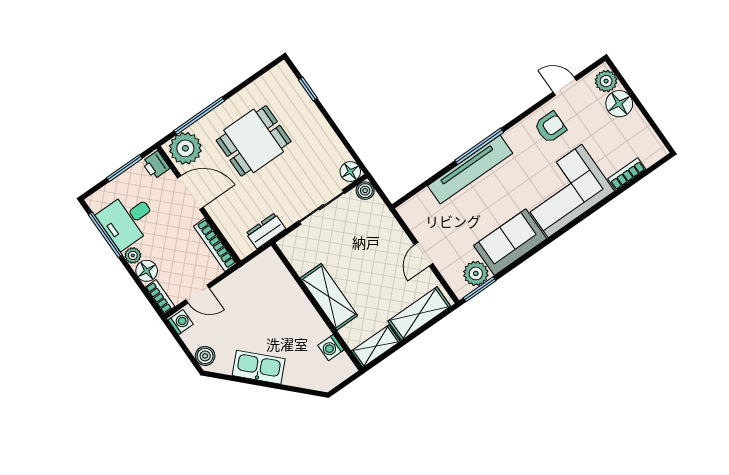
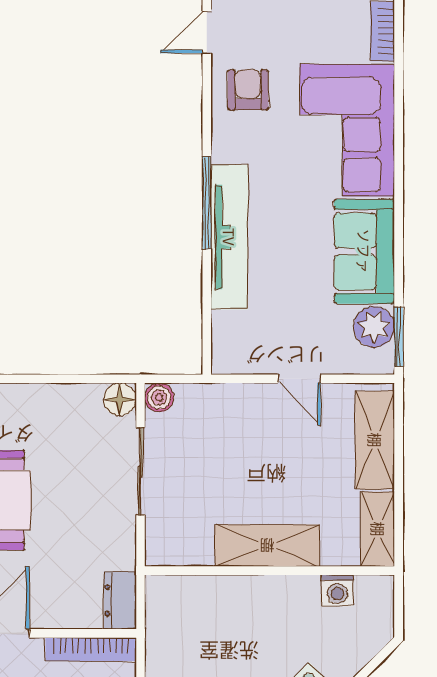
dresser: (266, 231) -> (120, 600), moved

